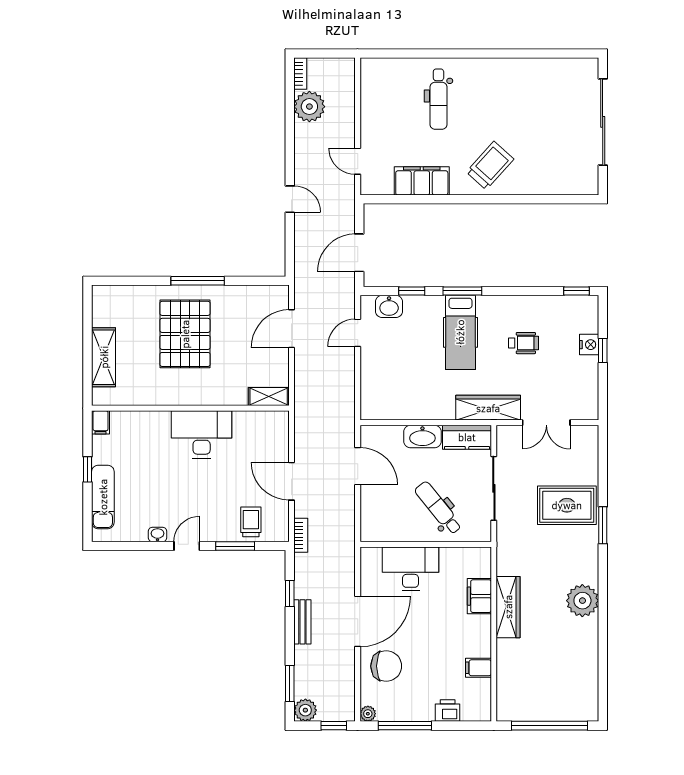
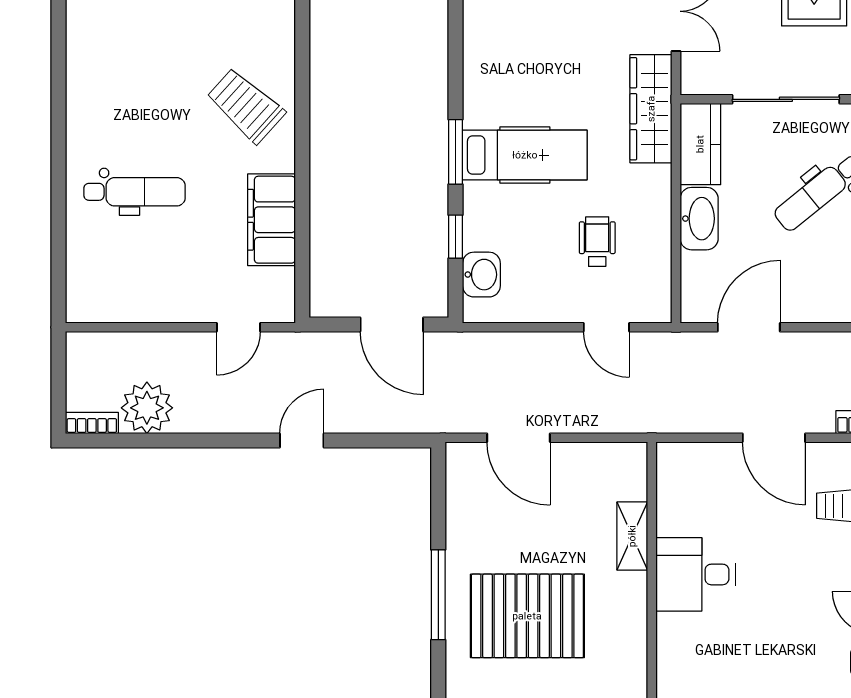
door: (358, 333) -> (606, 327), moved
wheelchair: (523, 343) -> (597, 242), moved
shelving: (269, 397) -> (632, 536), moved
desk: (202, 434) -> (696, 574), width x0.73
door: (291, 481) -> (774, 438), hinge flipped

